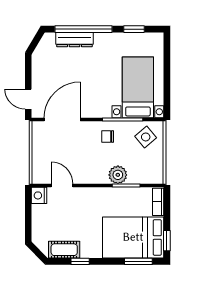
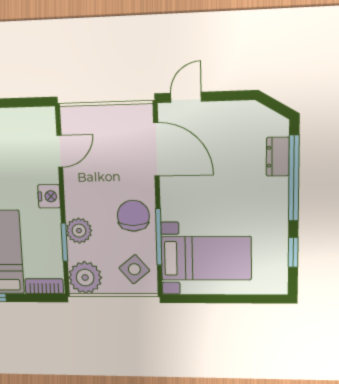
dresser: (74, 40) -> (278, 157), width x0.70
chair: (108, 136) -> (133, 216), width x1.87, depth x1.87
plant: (152, 172) -> (85, 278), added
nightstand: (39, 195) -> (49, 196), moved, turned 90

